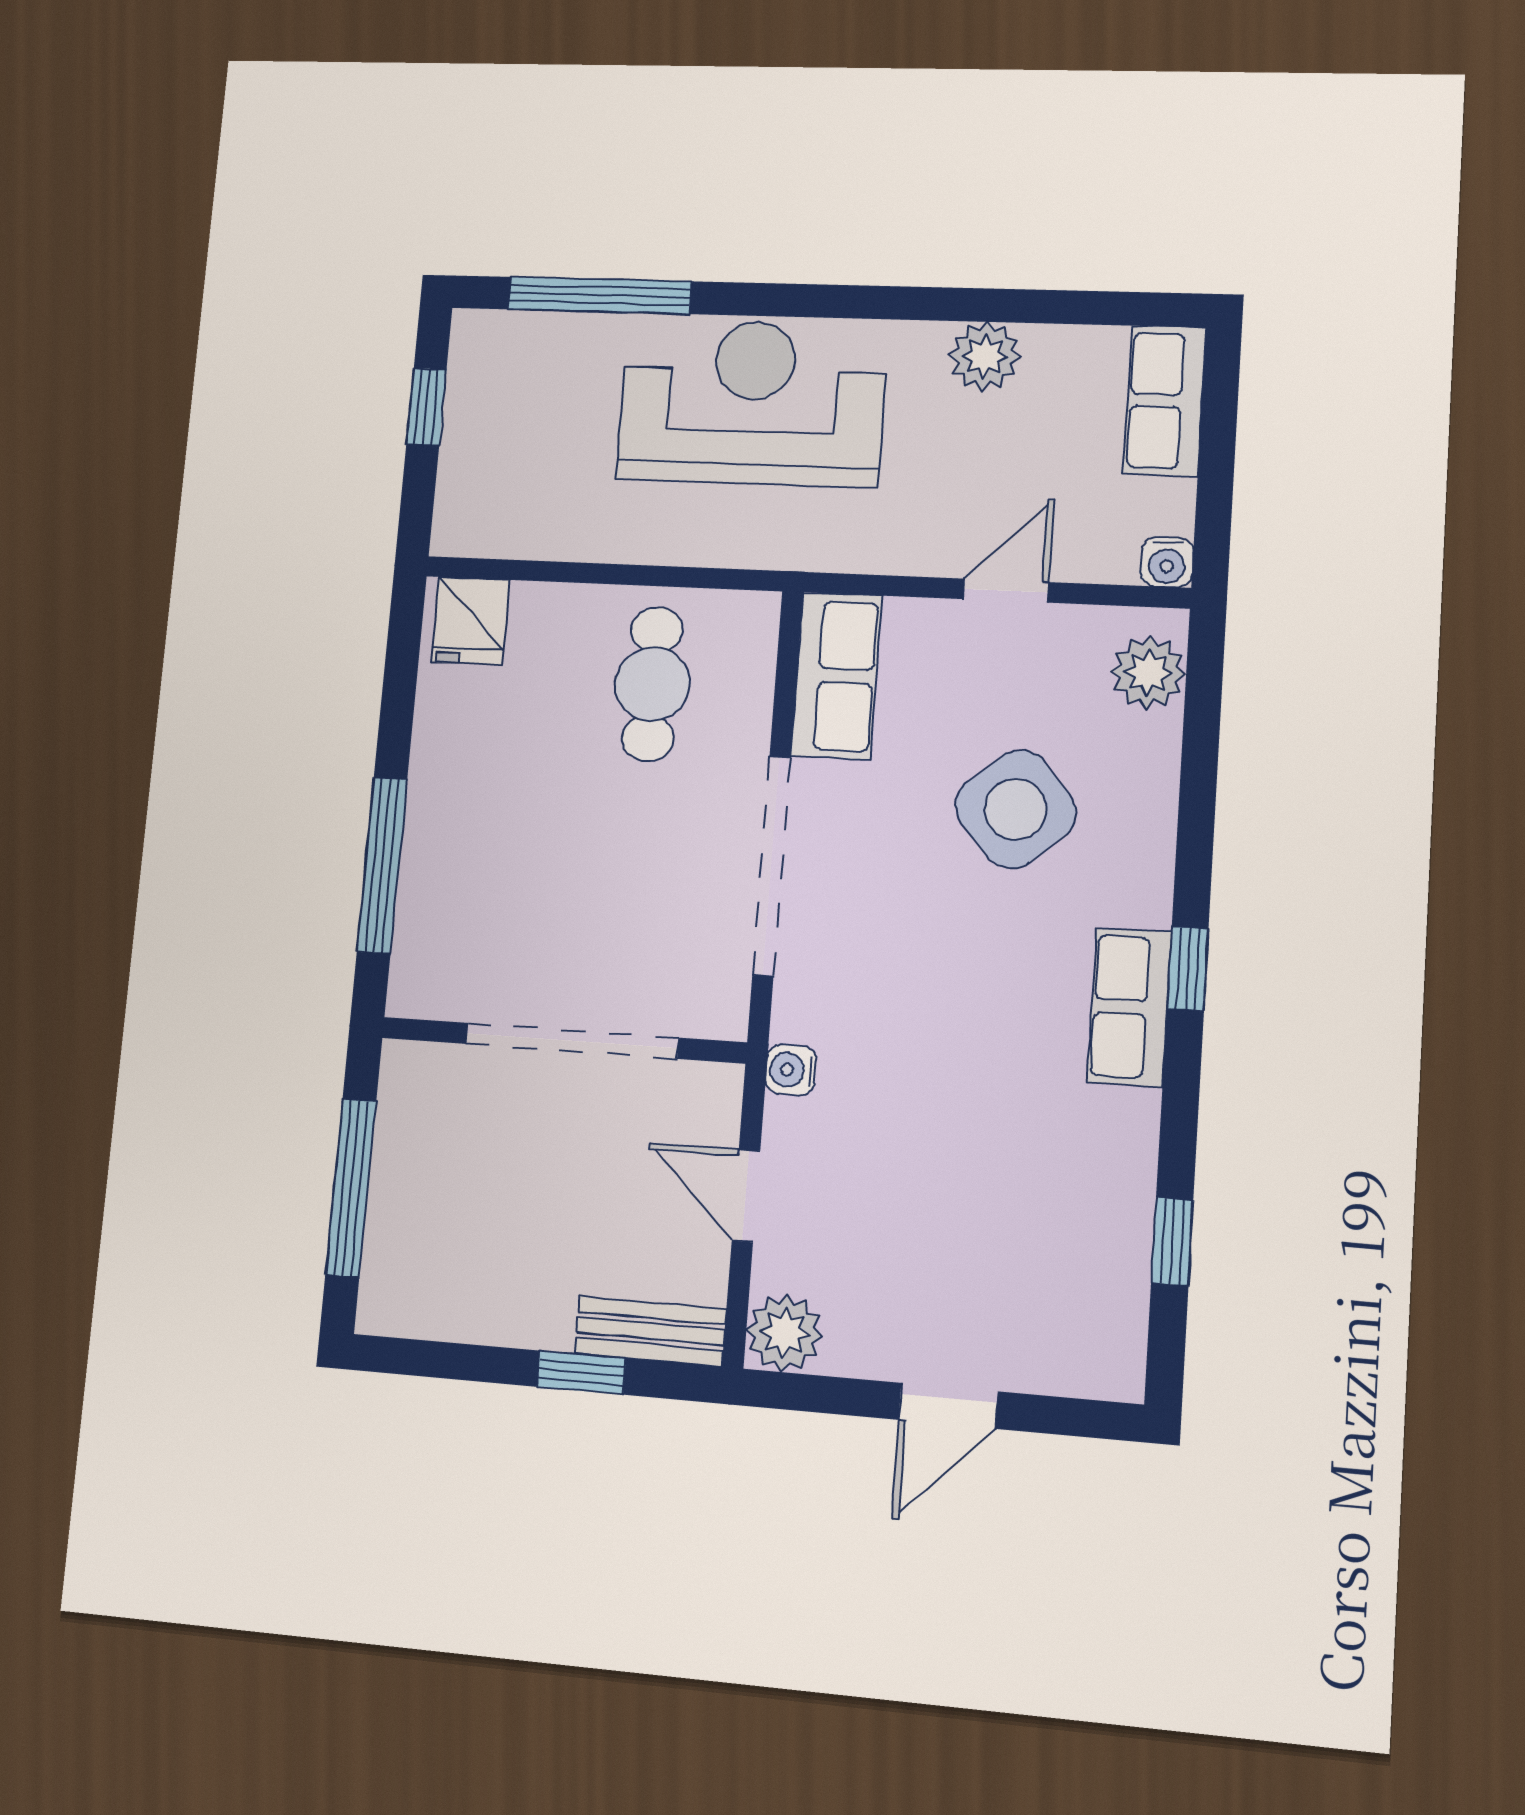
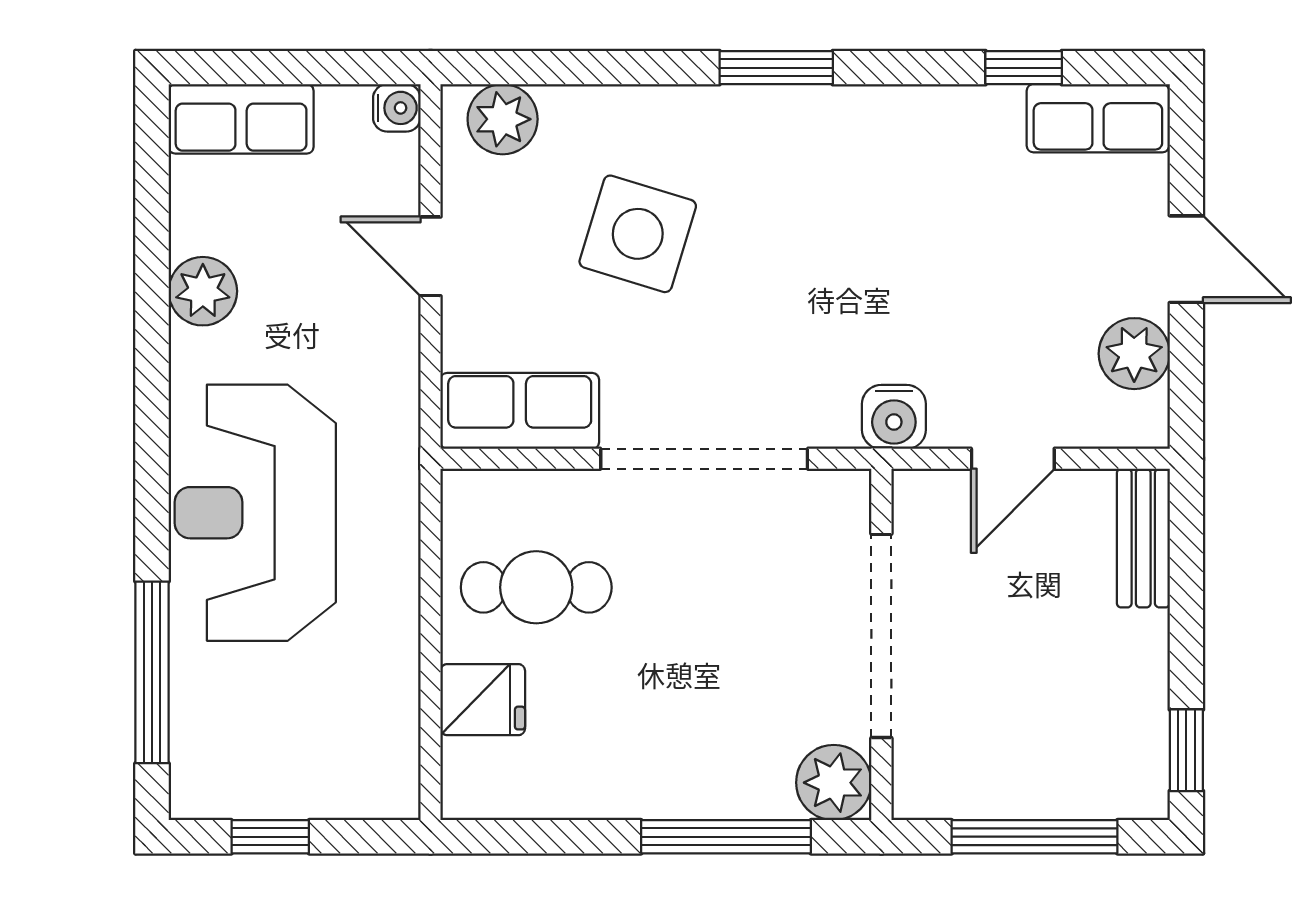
fridge: (470, 621) -> (483, 700), moved
side table: (1015, 809) -> (638, 234), turned -33
window: (1188, 969) -> (776, 68), width x1.50
plant: (426, 980) -> (834, 783), added
row of seats: (1129, 1007) -> (1098, 118), moved
water cooler: (791, 1070) -> (894, 417), width x1.38, depth x1.38
plant: (784, 1333) -> (1134, 354), moved
window: (581, 1373) -> (1186, 750), moved

